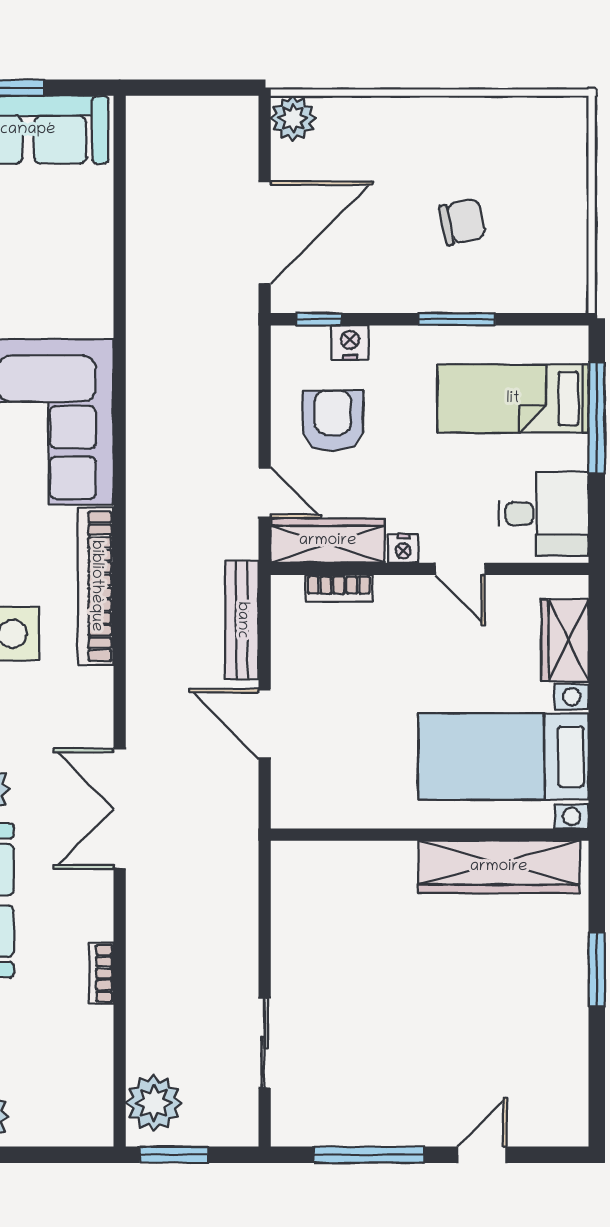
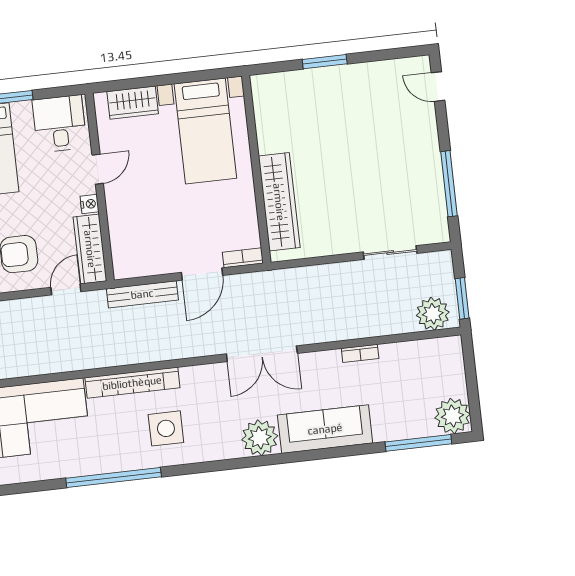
bookcase: (339, 588) -> (243, 258), moved, turned -90
wardrobe: (499, 867) -> (279, 202), moved
door: (482, 1155) -> (438, 87), moved

